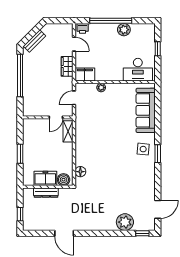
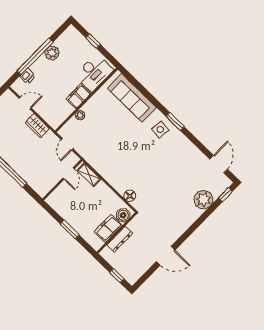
printer: (83, 28) -> (28, 76), moved
filing cabinet: (85, 75) -> (79, 96), moved

